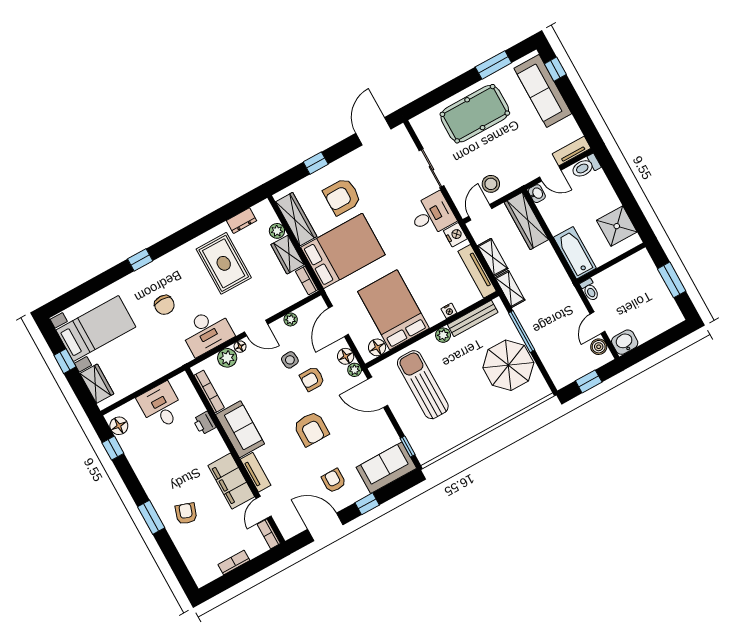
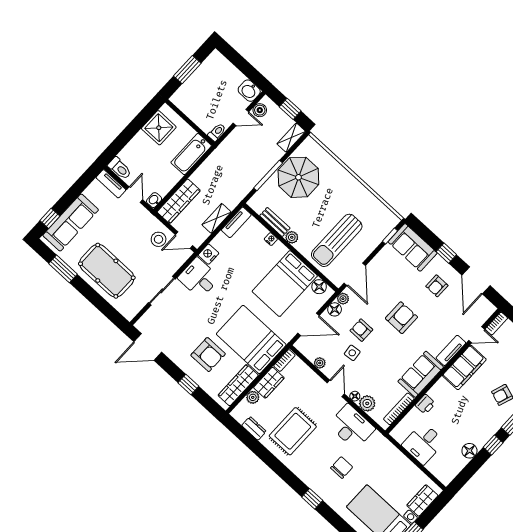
tv unit: (477, 271) -> (236, 222), width x0.71
shelving: (510, 289) -> (291, 138), moved
bench: (473, 318) -> (275, 222), width x0.73
armchair: (312, 379) -> (361, 330), turned 180
floor lamp: (119, 426) -> (469, 451), moved
window: (113, 448) -> (493, 445), moved

